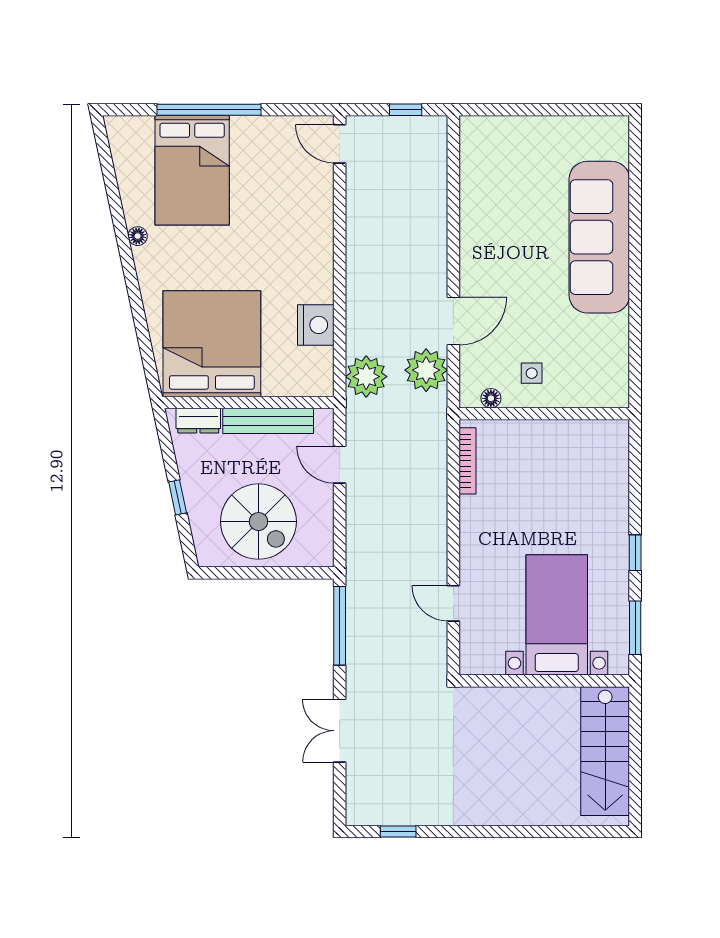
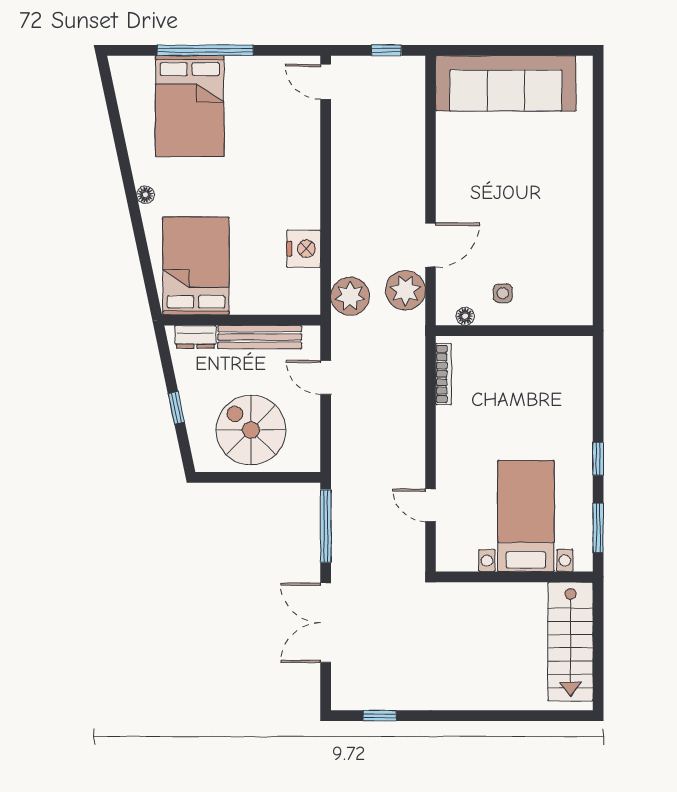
floor lamp: (138, 236) -> (145, 195), moved
sofa: (599, 237) -> (506, 83), moved, turned -90
bed: (212, 344) -> (196, 266), width x0.73
spiral stairs: (258, 522) -> (251, 430), turned 180
double door: (340, 731) -> (326, 623), width x1.37

